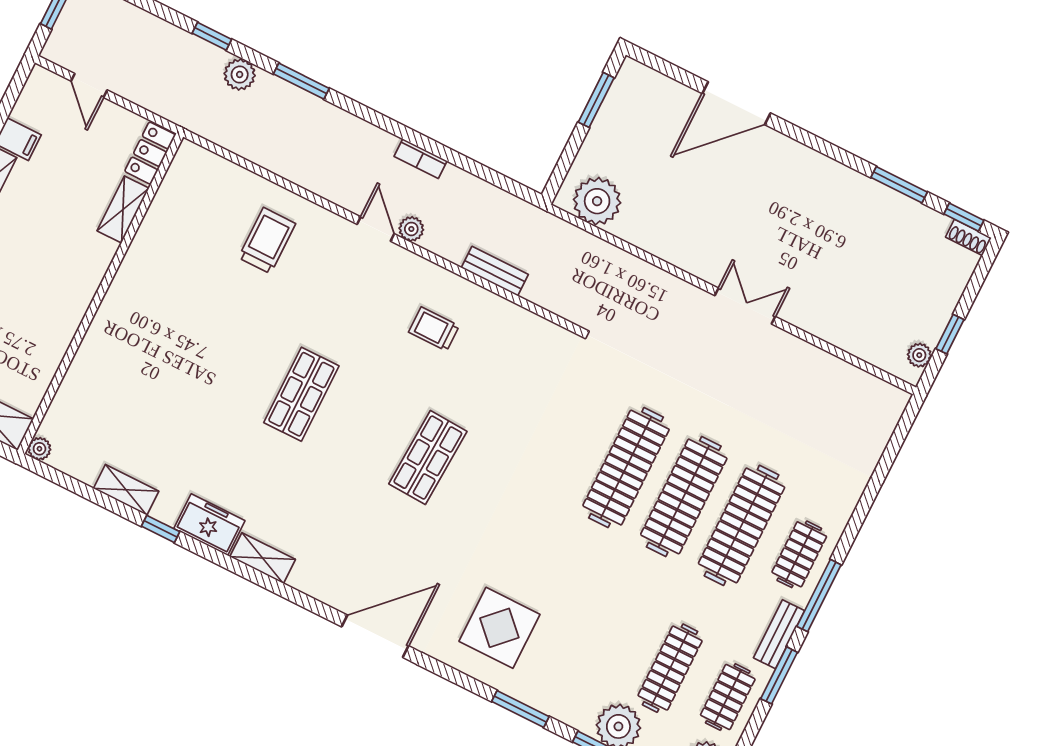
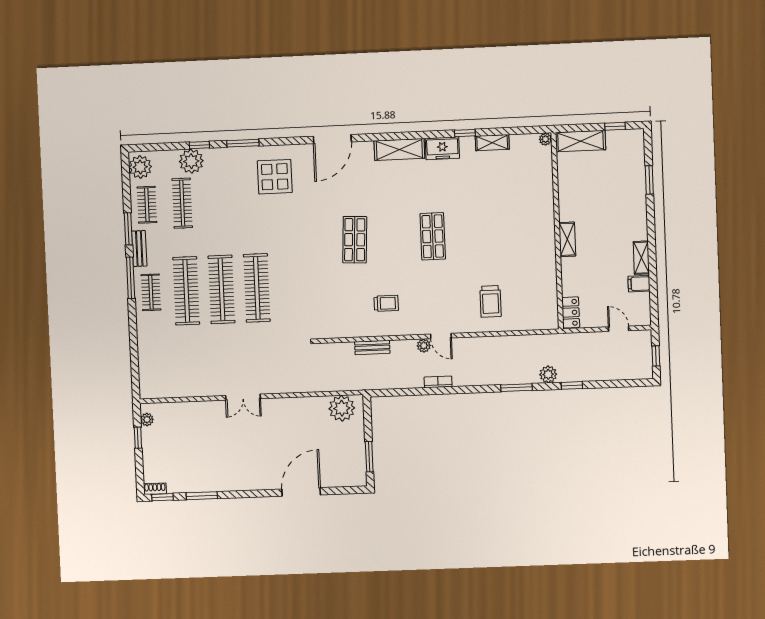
shelving: (123, 210) -> (567, 239), moved
shelving: (263, 558) -> (399, 149), width x1.50, depth x1.33

